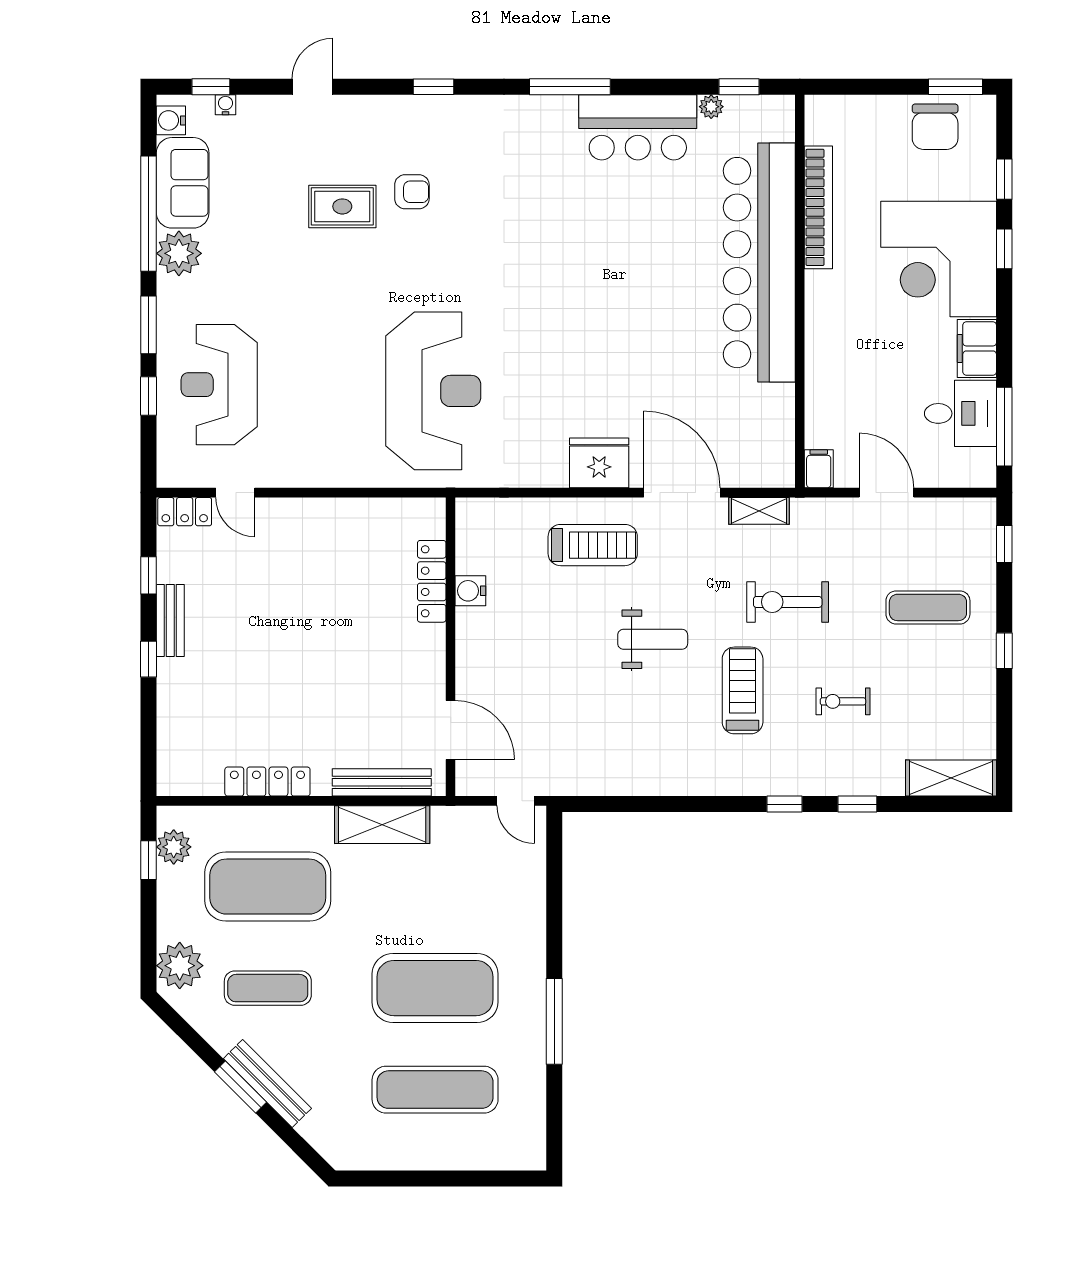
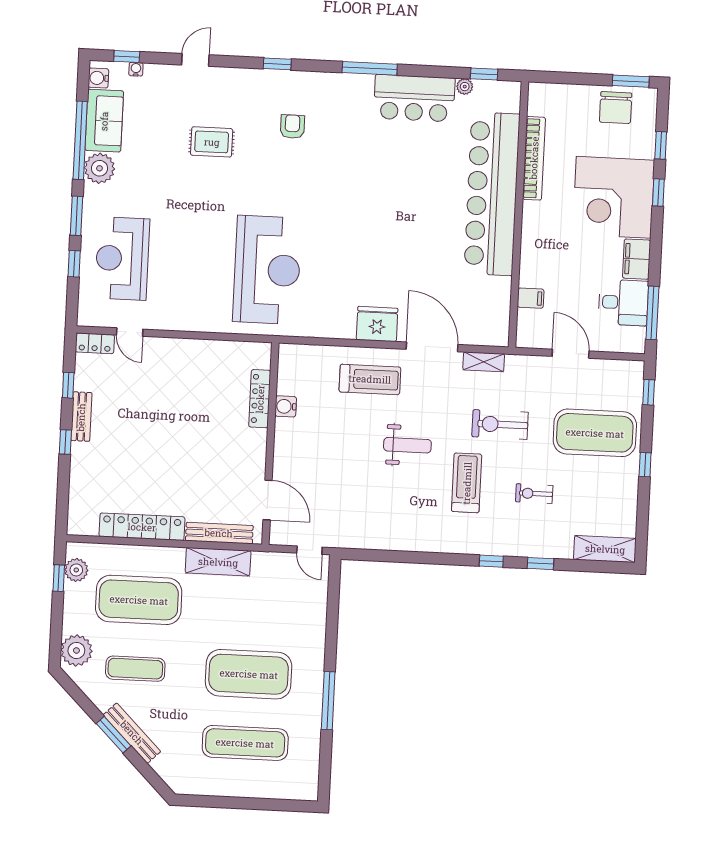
armchair: (412, 192) -> (292, 127), moved, turned -90
filing cabinet: (819, 469) -> (531, 298), moved, turned 90
exercise mat: (928, 607) -> (595, 433), width x2.00, depth x1.45
locker: (267, 782) -> (142, 527), width x1.41, depth x1.21

